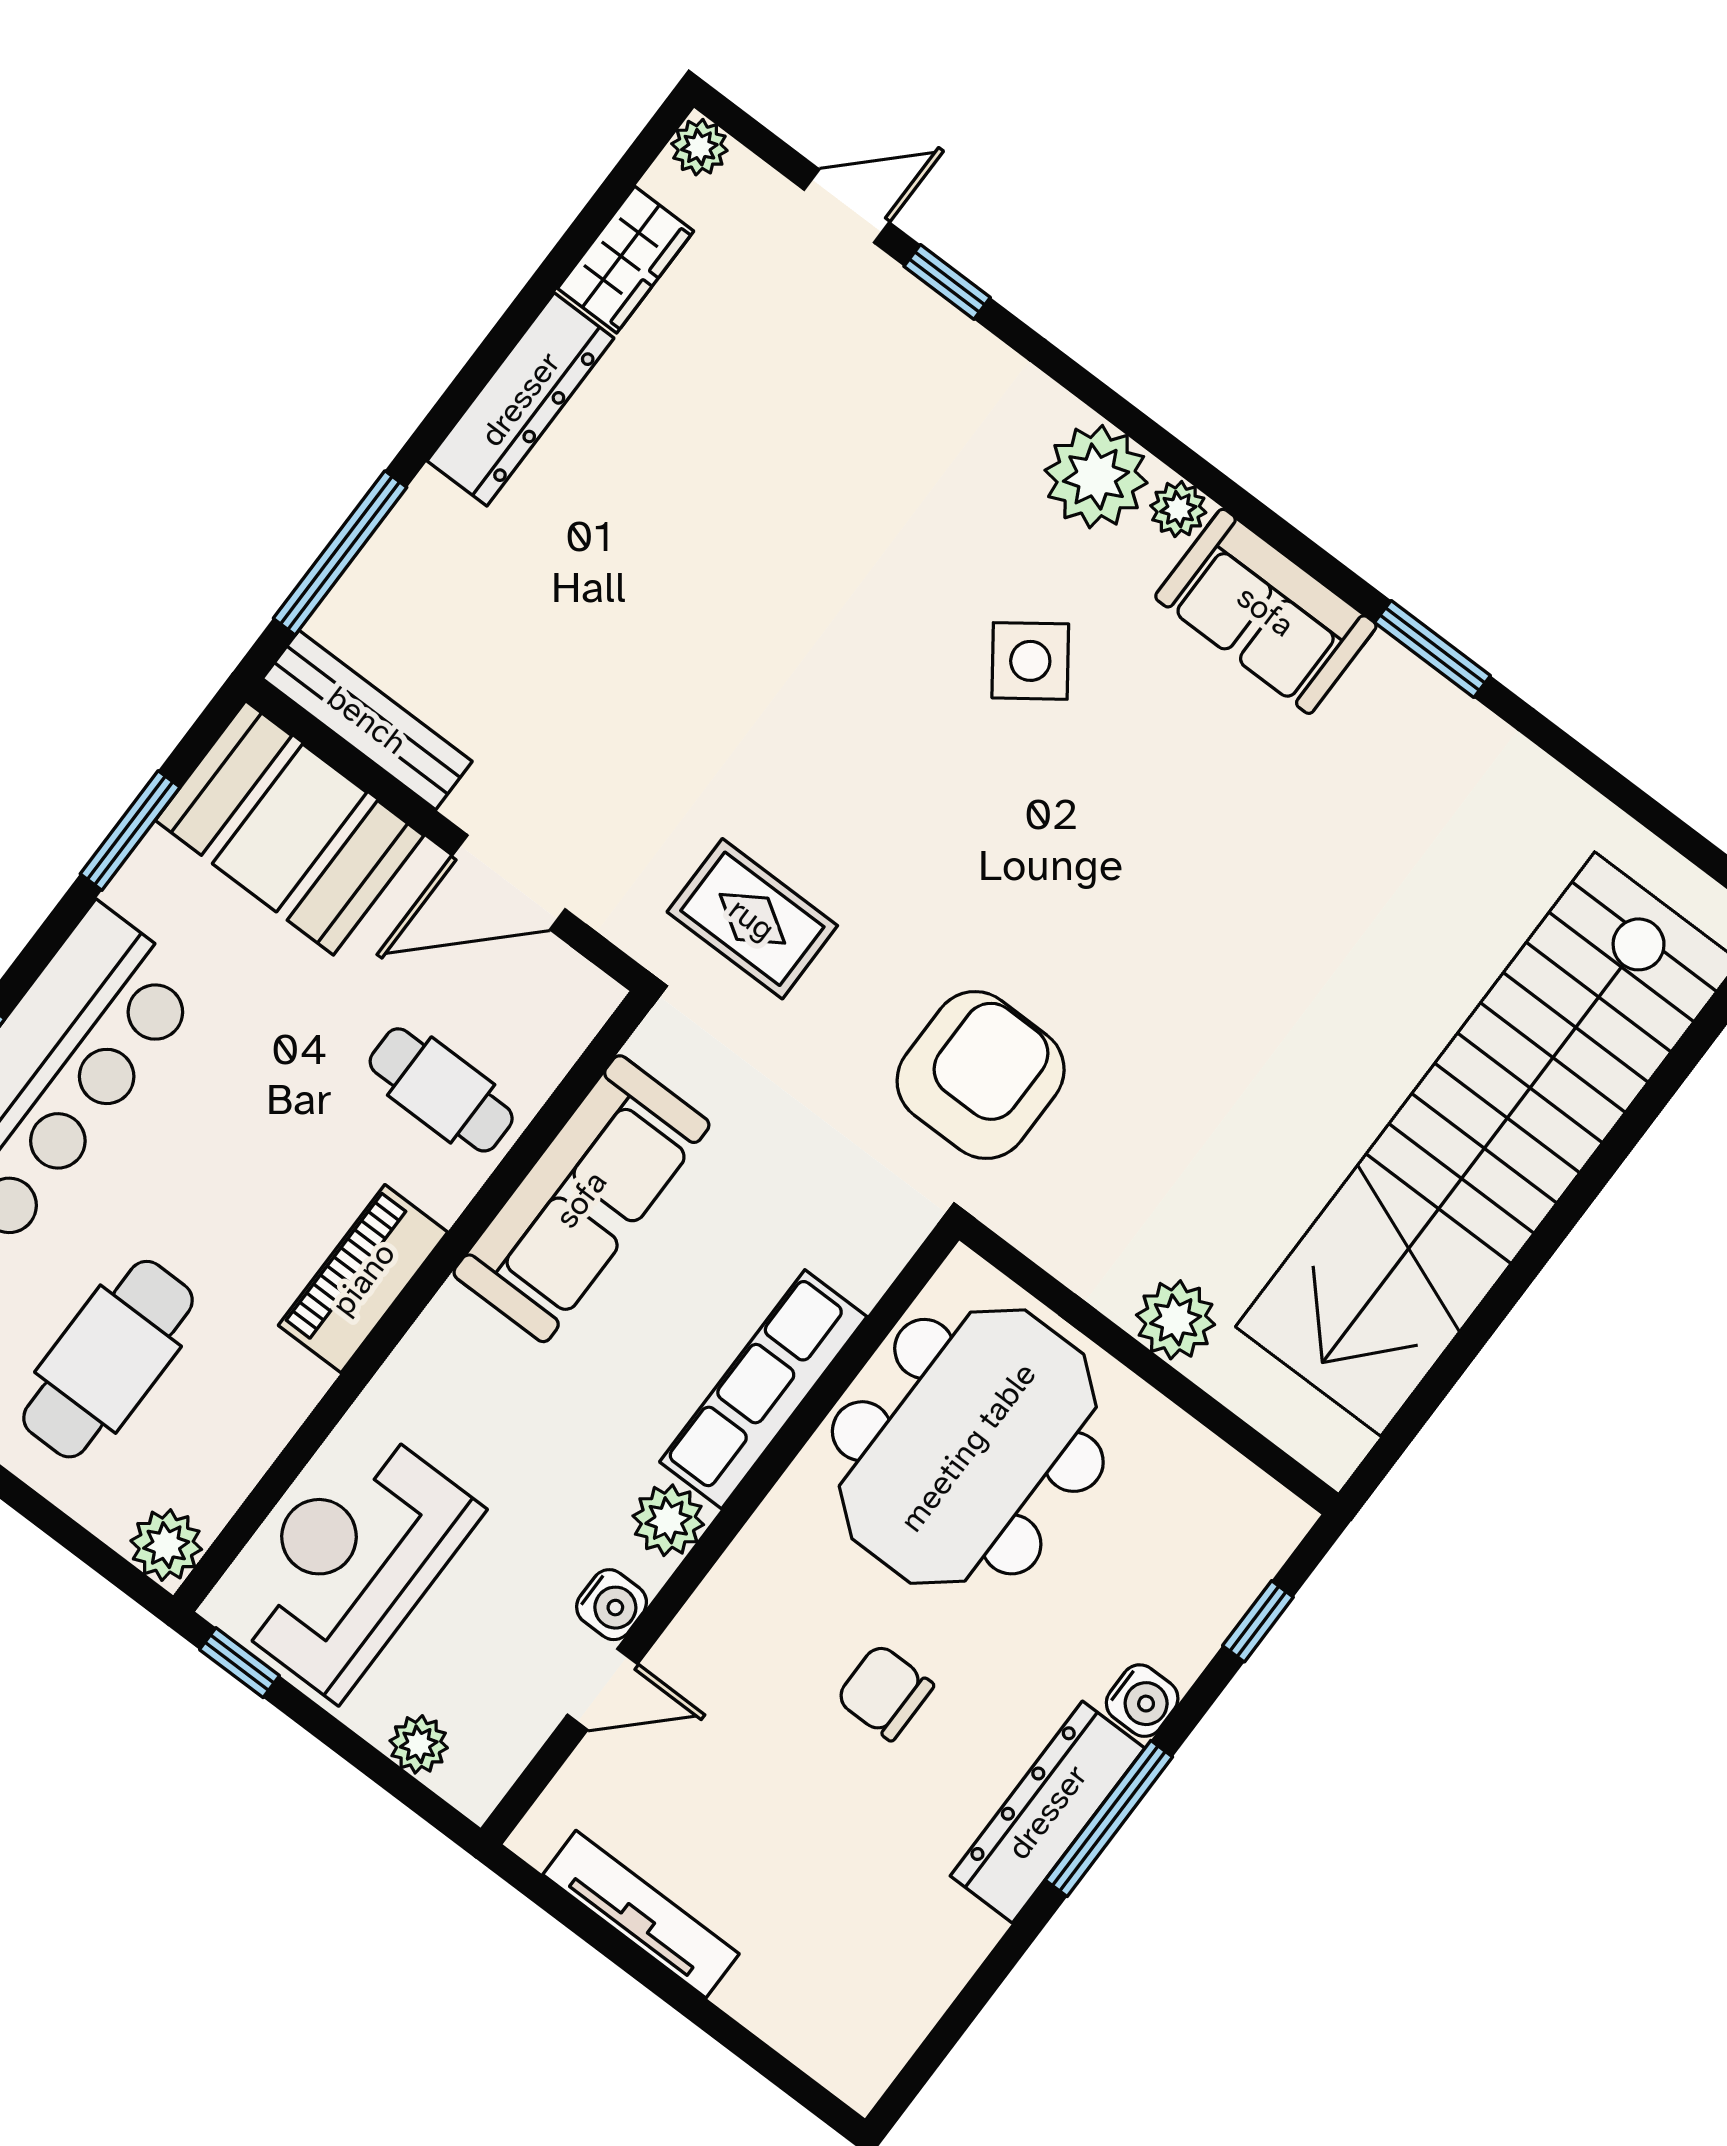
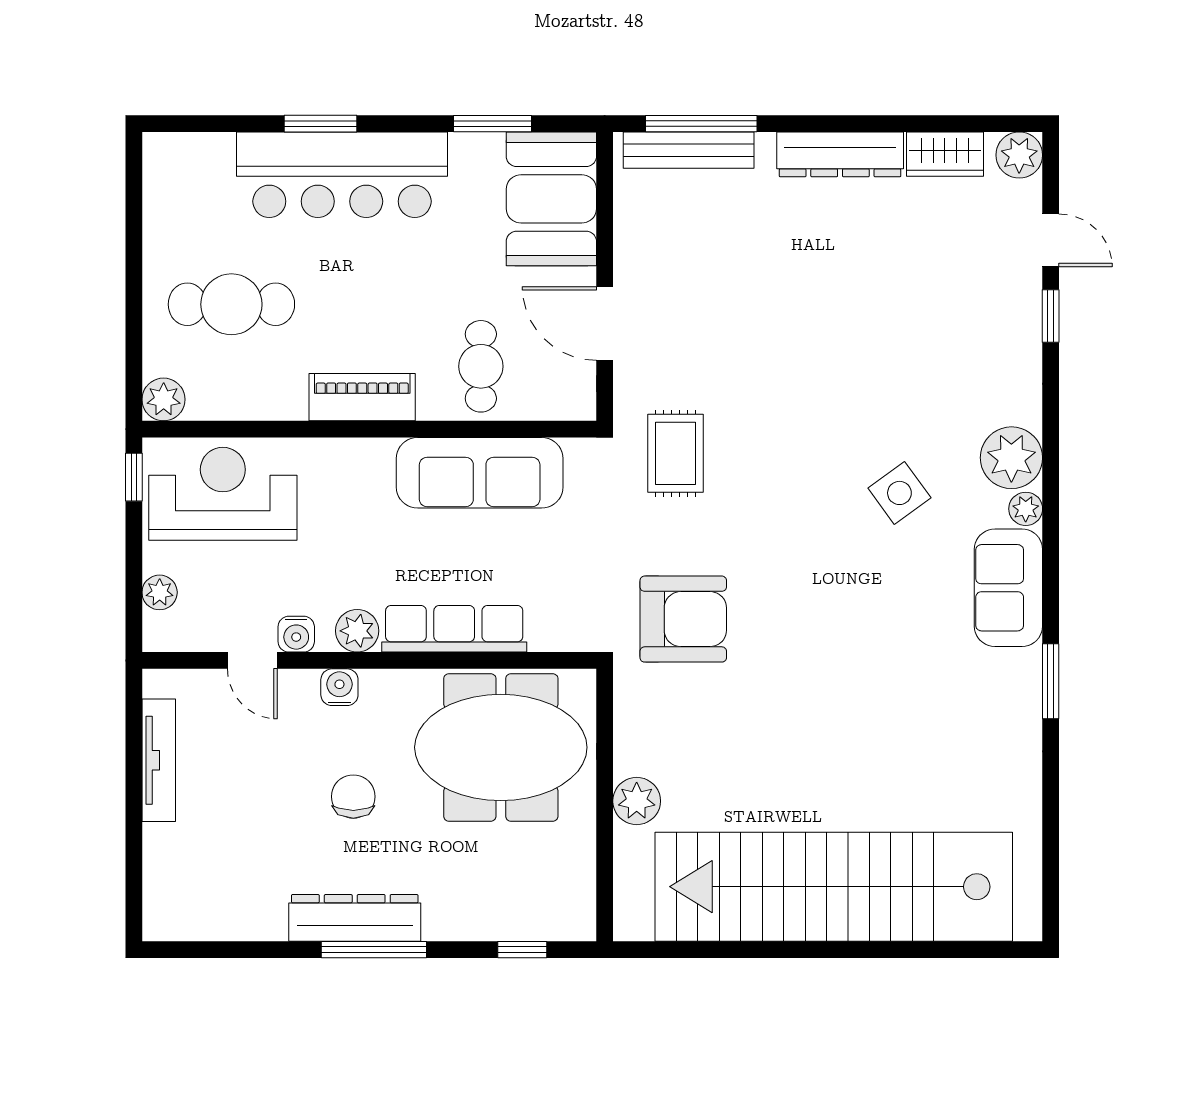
plant: (699, 147) -> (1019, 155), width x1.38, depth x1.38
bench: (367, 720) -> (689, 150), moved, turned 90
water cooler: (1142, 1701) -> (339, 687), moved, turned 180

